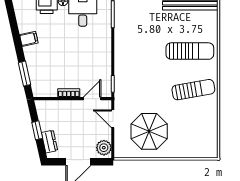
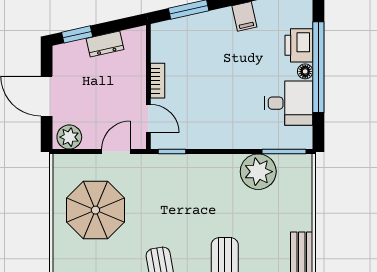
plant: (125, 30) -> (258, 172), added
window: (37, 130) -> (77, 34), moved
dresser: (49, 141) -> (105, 44), moved

